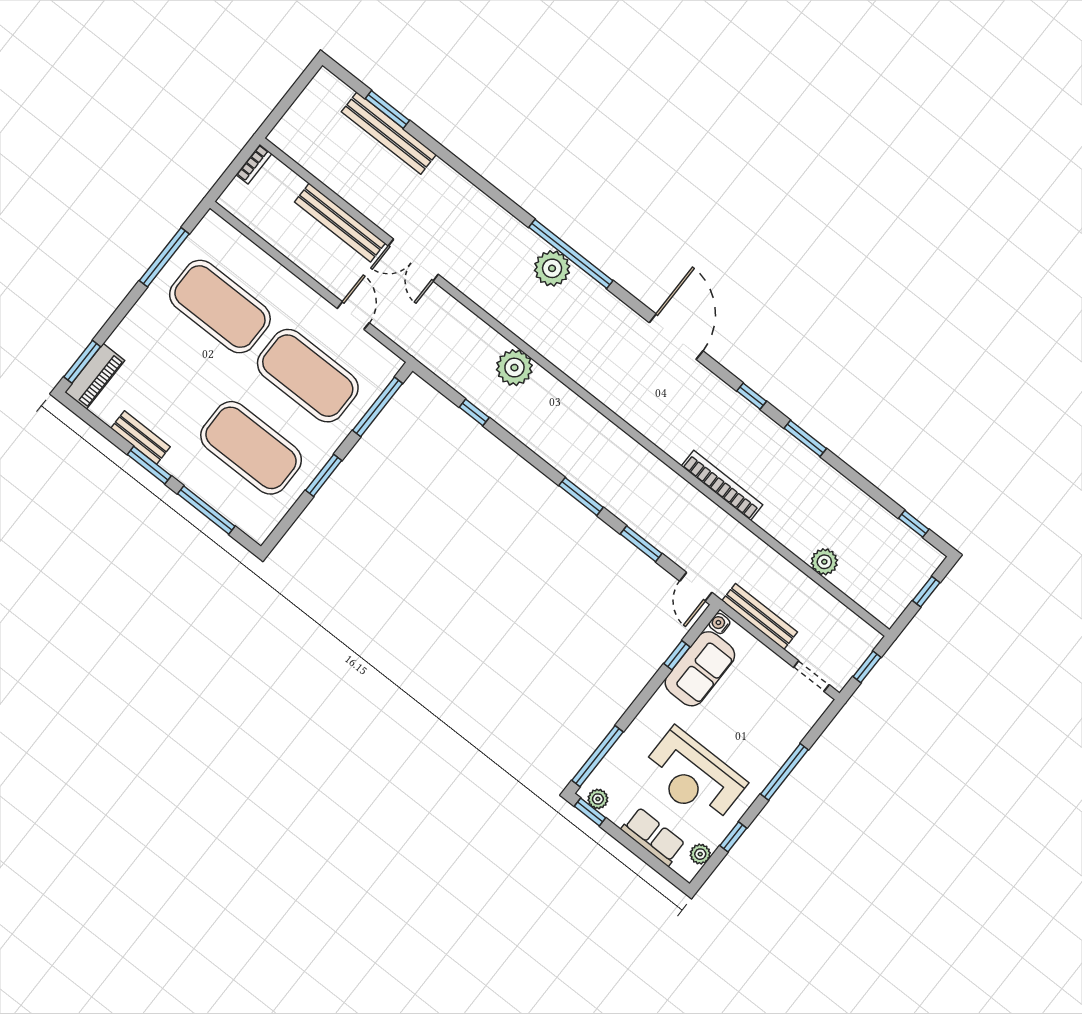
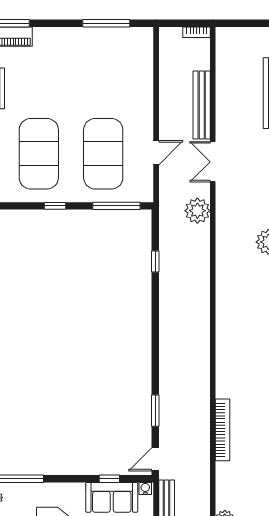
exercise mat: (220, 307) -> (103, 75), removed
plant: (514, 368) -> (197, 211), moved
window: (324, 475) -> (55, 206), width x0.67
window: (581, 496) -> (155, 357), removed

